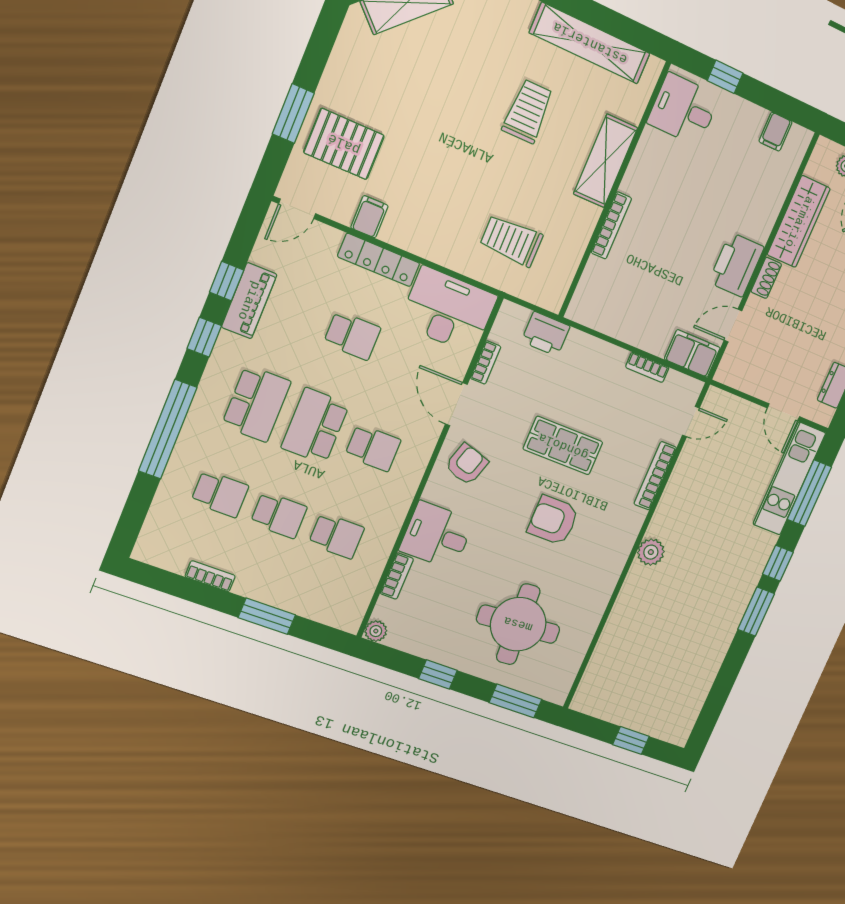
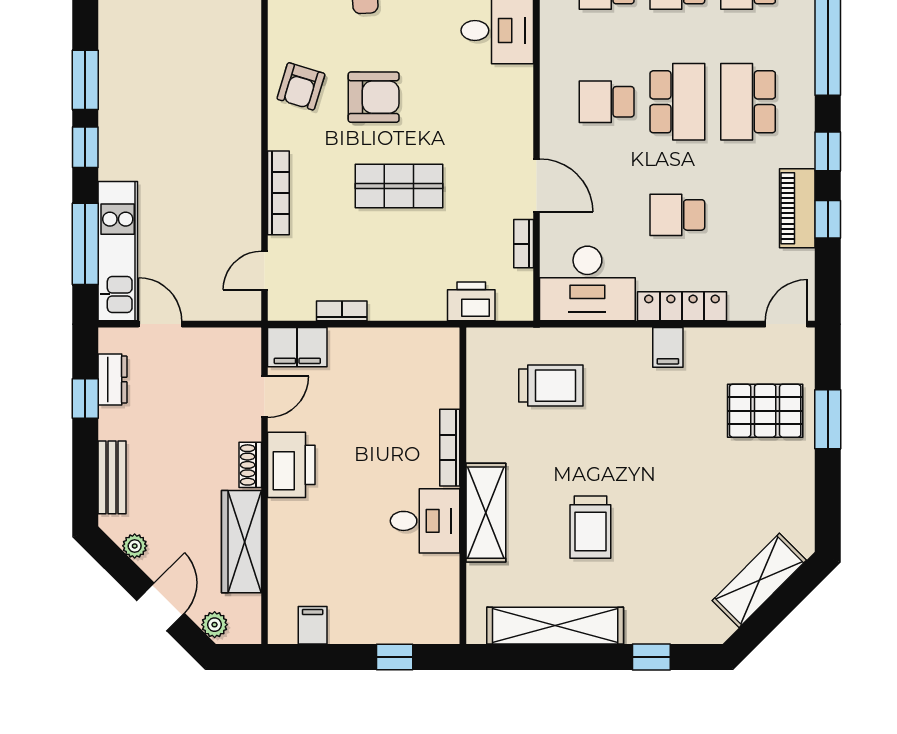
desk: (683, 109) -> (425, 521), moved
filing cabinet: (369, 217) -> (668, 347), moved
armchair: (467, 464) -> (301, 86), moved
plant: (651, 552) -> (244, 103), removed

